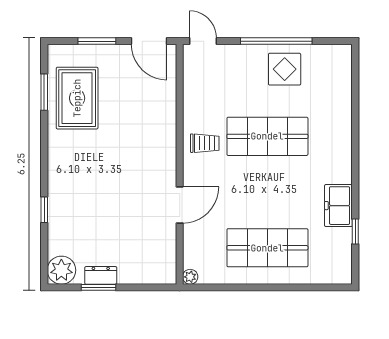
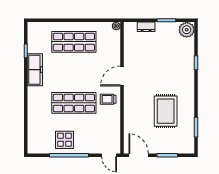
rug: (77, 98) -> (166, 111), moved
door: (180, 205) -> (122, 76), moved
freezer: (338, 206) -> (35, 70), width x1.40
dresser: (101, 275) -> (146, 27), moved

